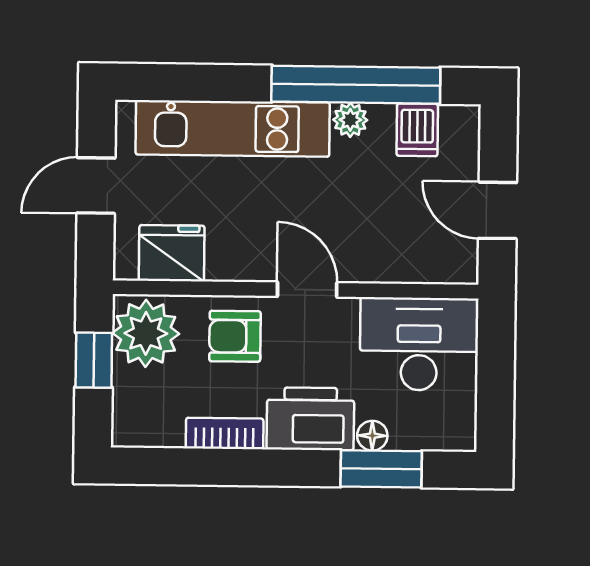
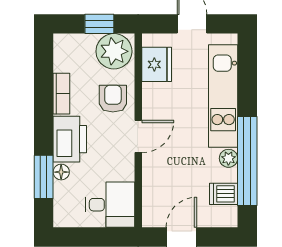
desk: (419, 344) -> (110, 205), width x0.73

